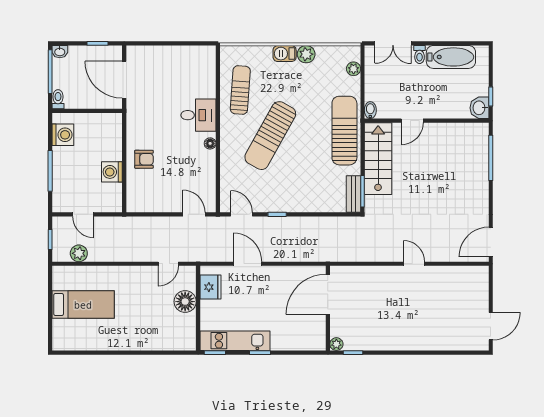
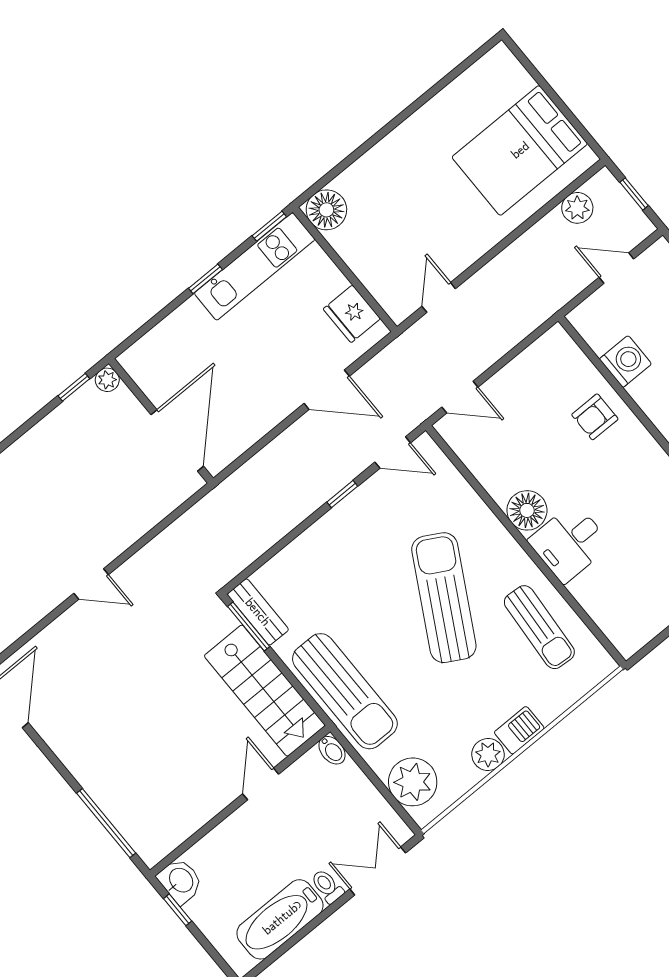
plant: (354, 69) -> (413, 782), width x1.88, depth x1.88
floor lamp: (210, 143) -> (527, 510), width x1.89, depth x1.89
floor lamp: (185, 302) -> (326, 210), moved
bed: (83, 305) -> (520, 150), width x1.50

